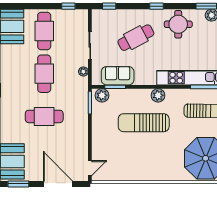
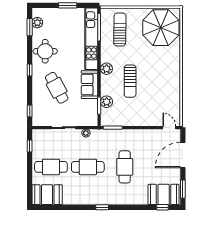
sofa: (118, 76) -> (90, 85), moved
plant: (102, 95) -> (107, 102), moved
sun lounger: (144, 123) -> (130, 81), width x0.73, depth x0.75

